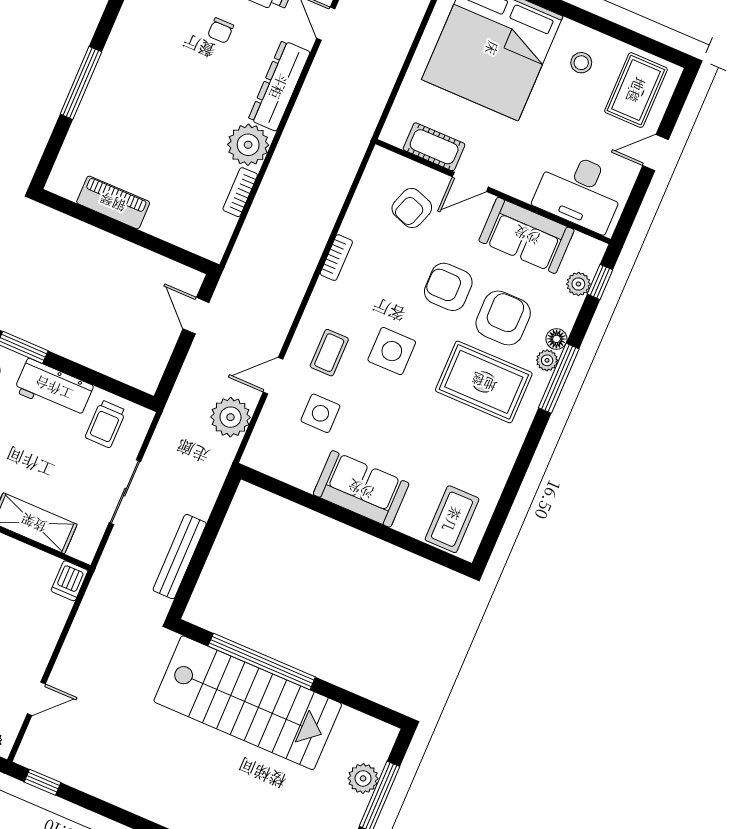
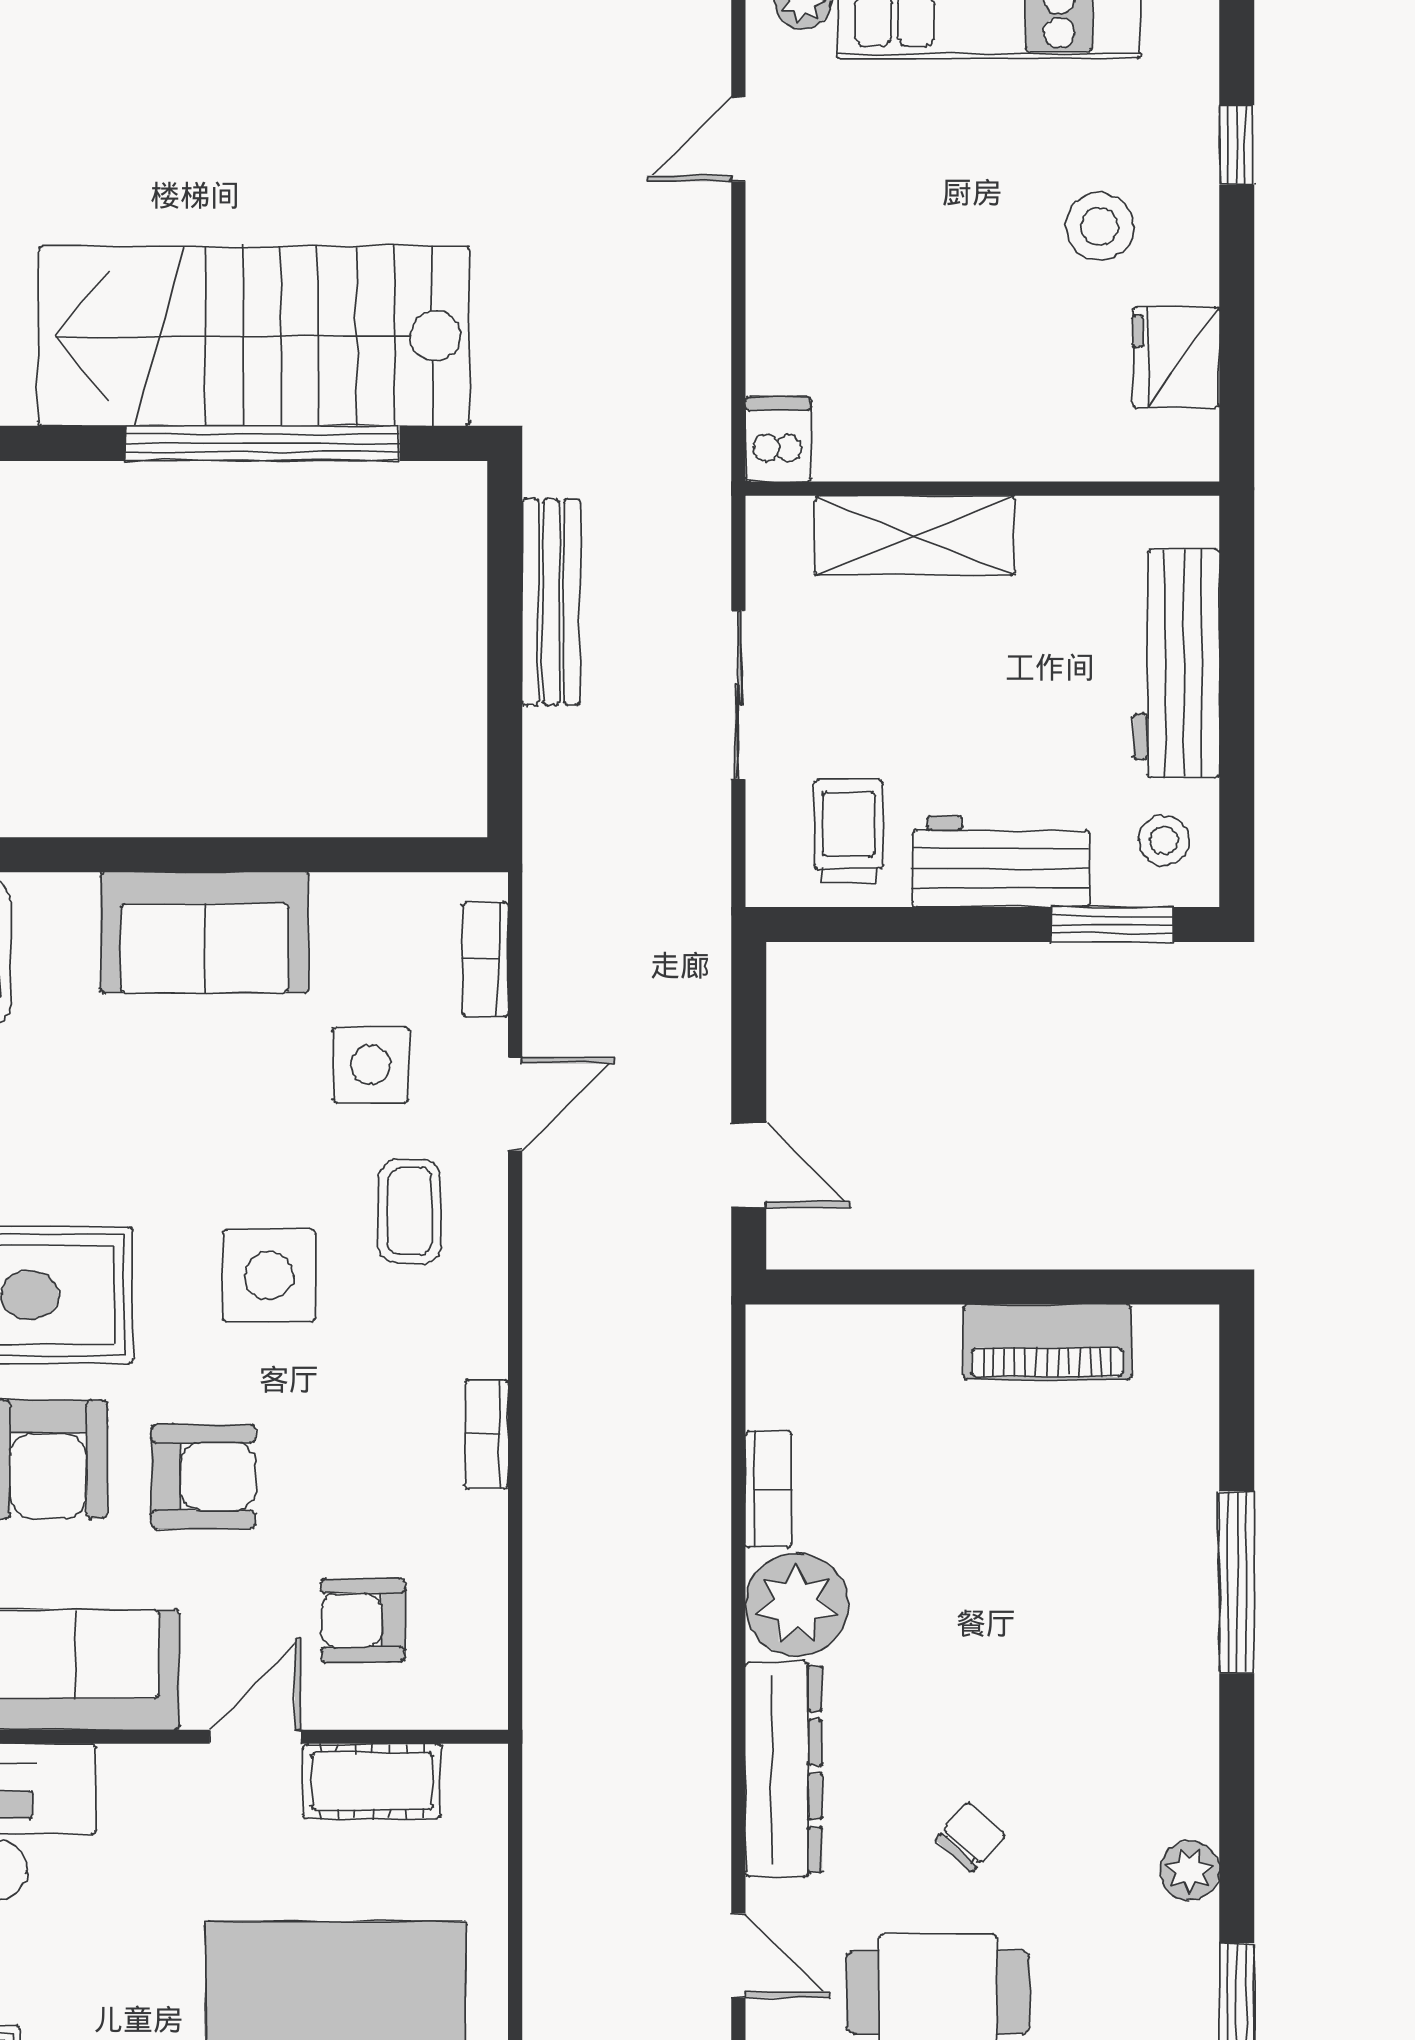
chair: (221, 31) -> (970, 1837), turned 42
armchair: (412, 208) -> (363, 1620), turned -109
plant: (230, 417) -> (571, 968), removed
bookcase: (261, 434) -> (485, 959), added

